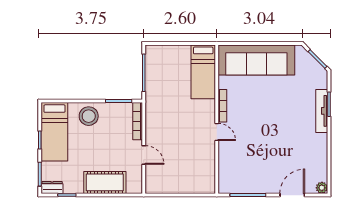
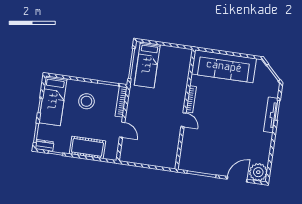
bed: (203, 72) -> (147, 65), moved
stool: (89, 116) -> (86, 101), moved
plant: (322, 188) -> (258, 172), width x1.87, depth x1.87

